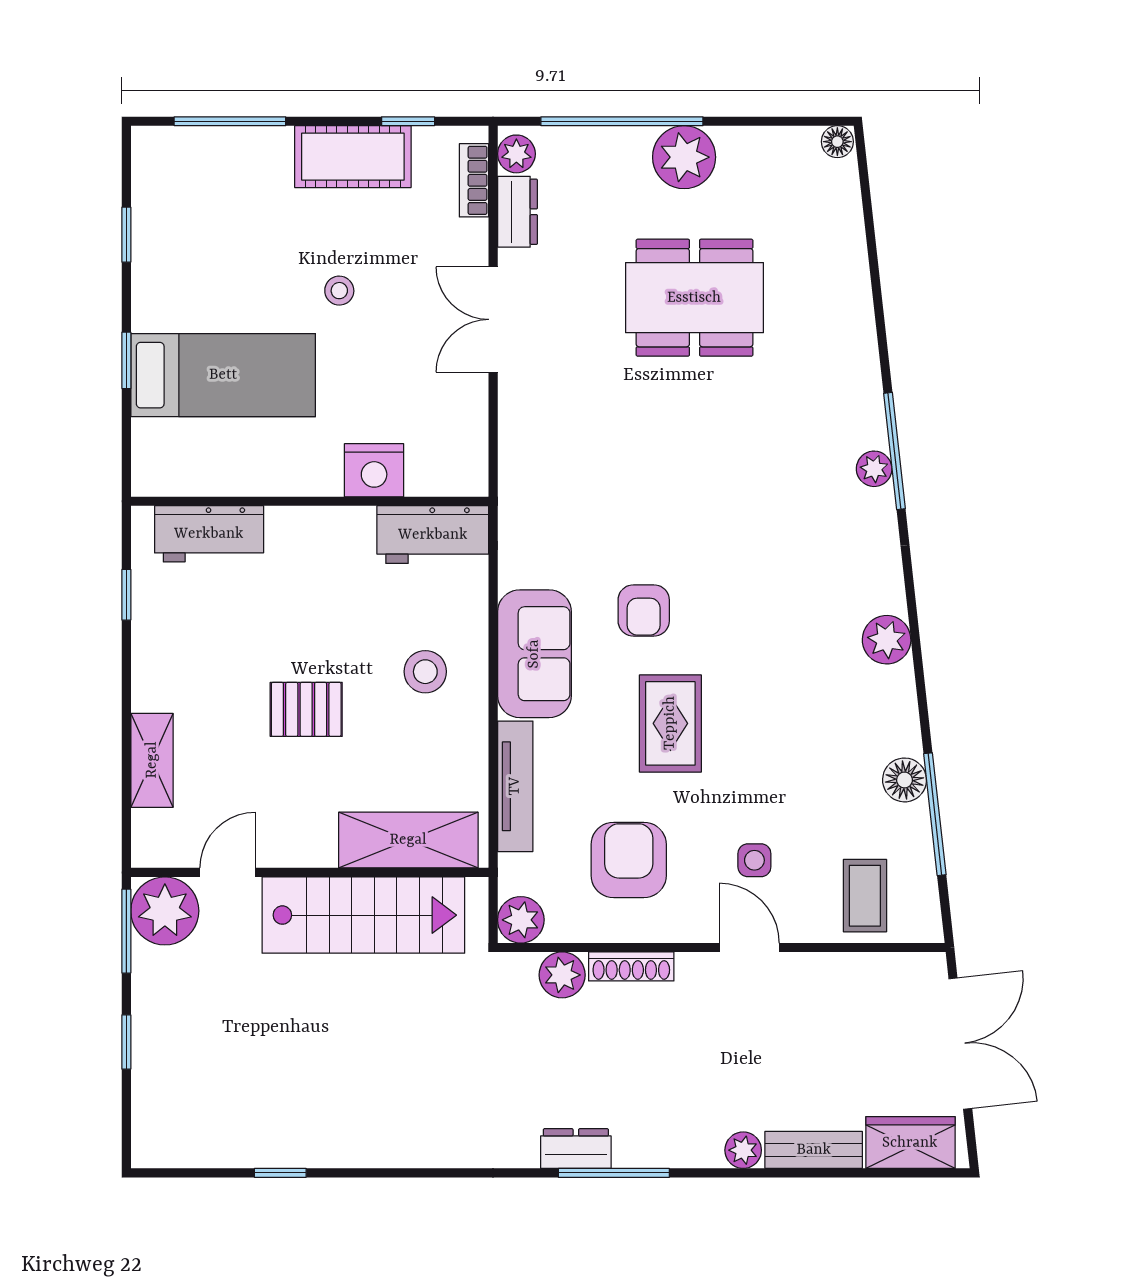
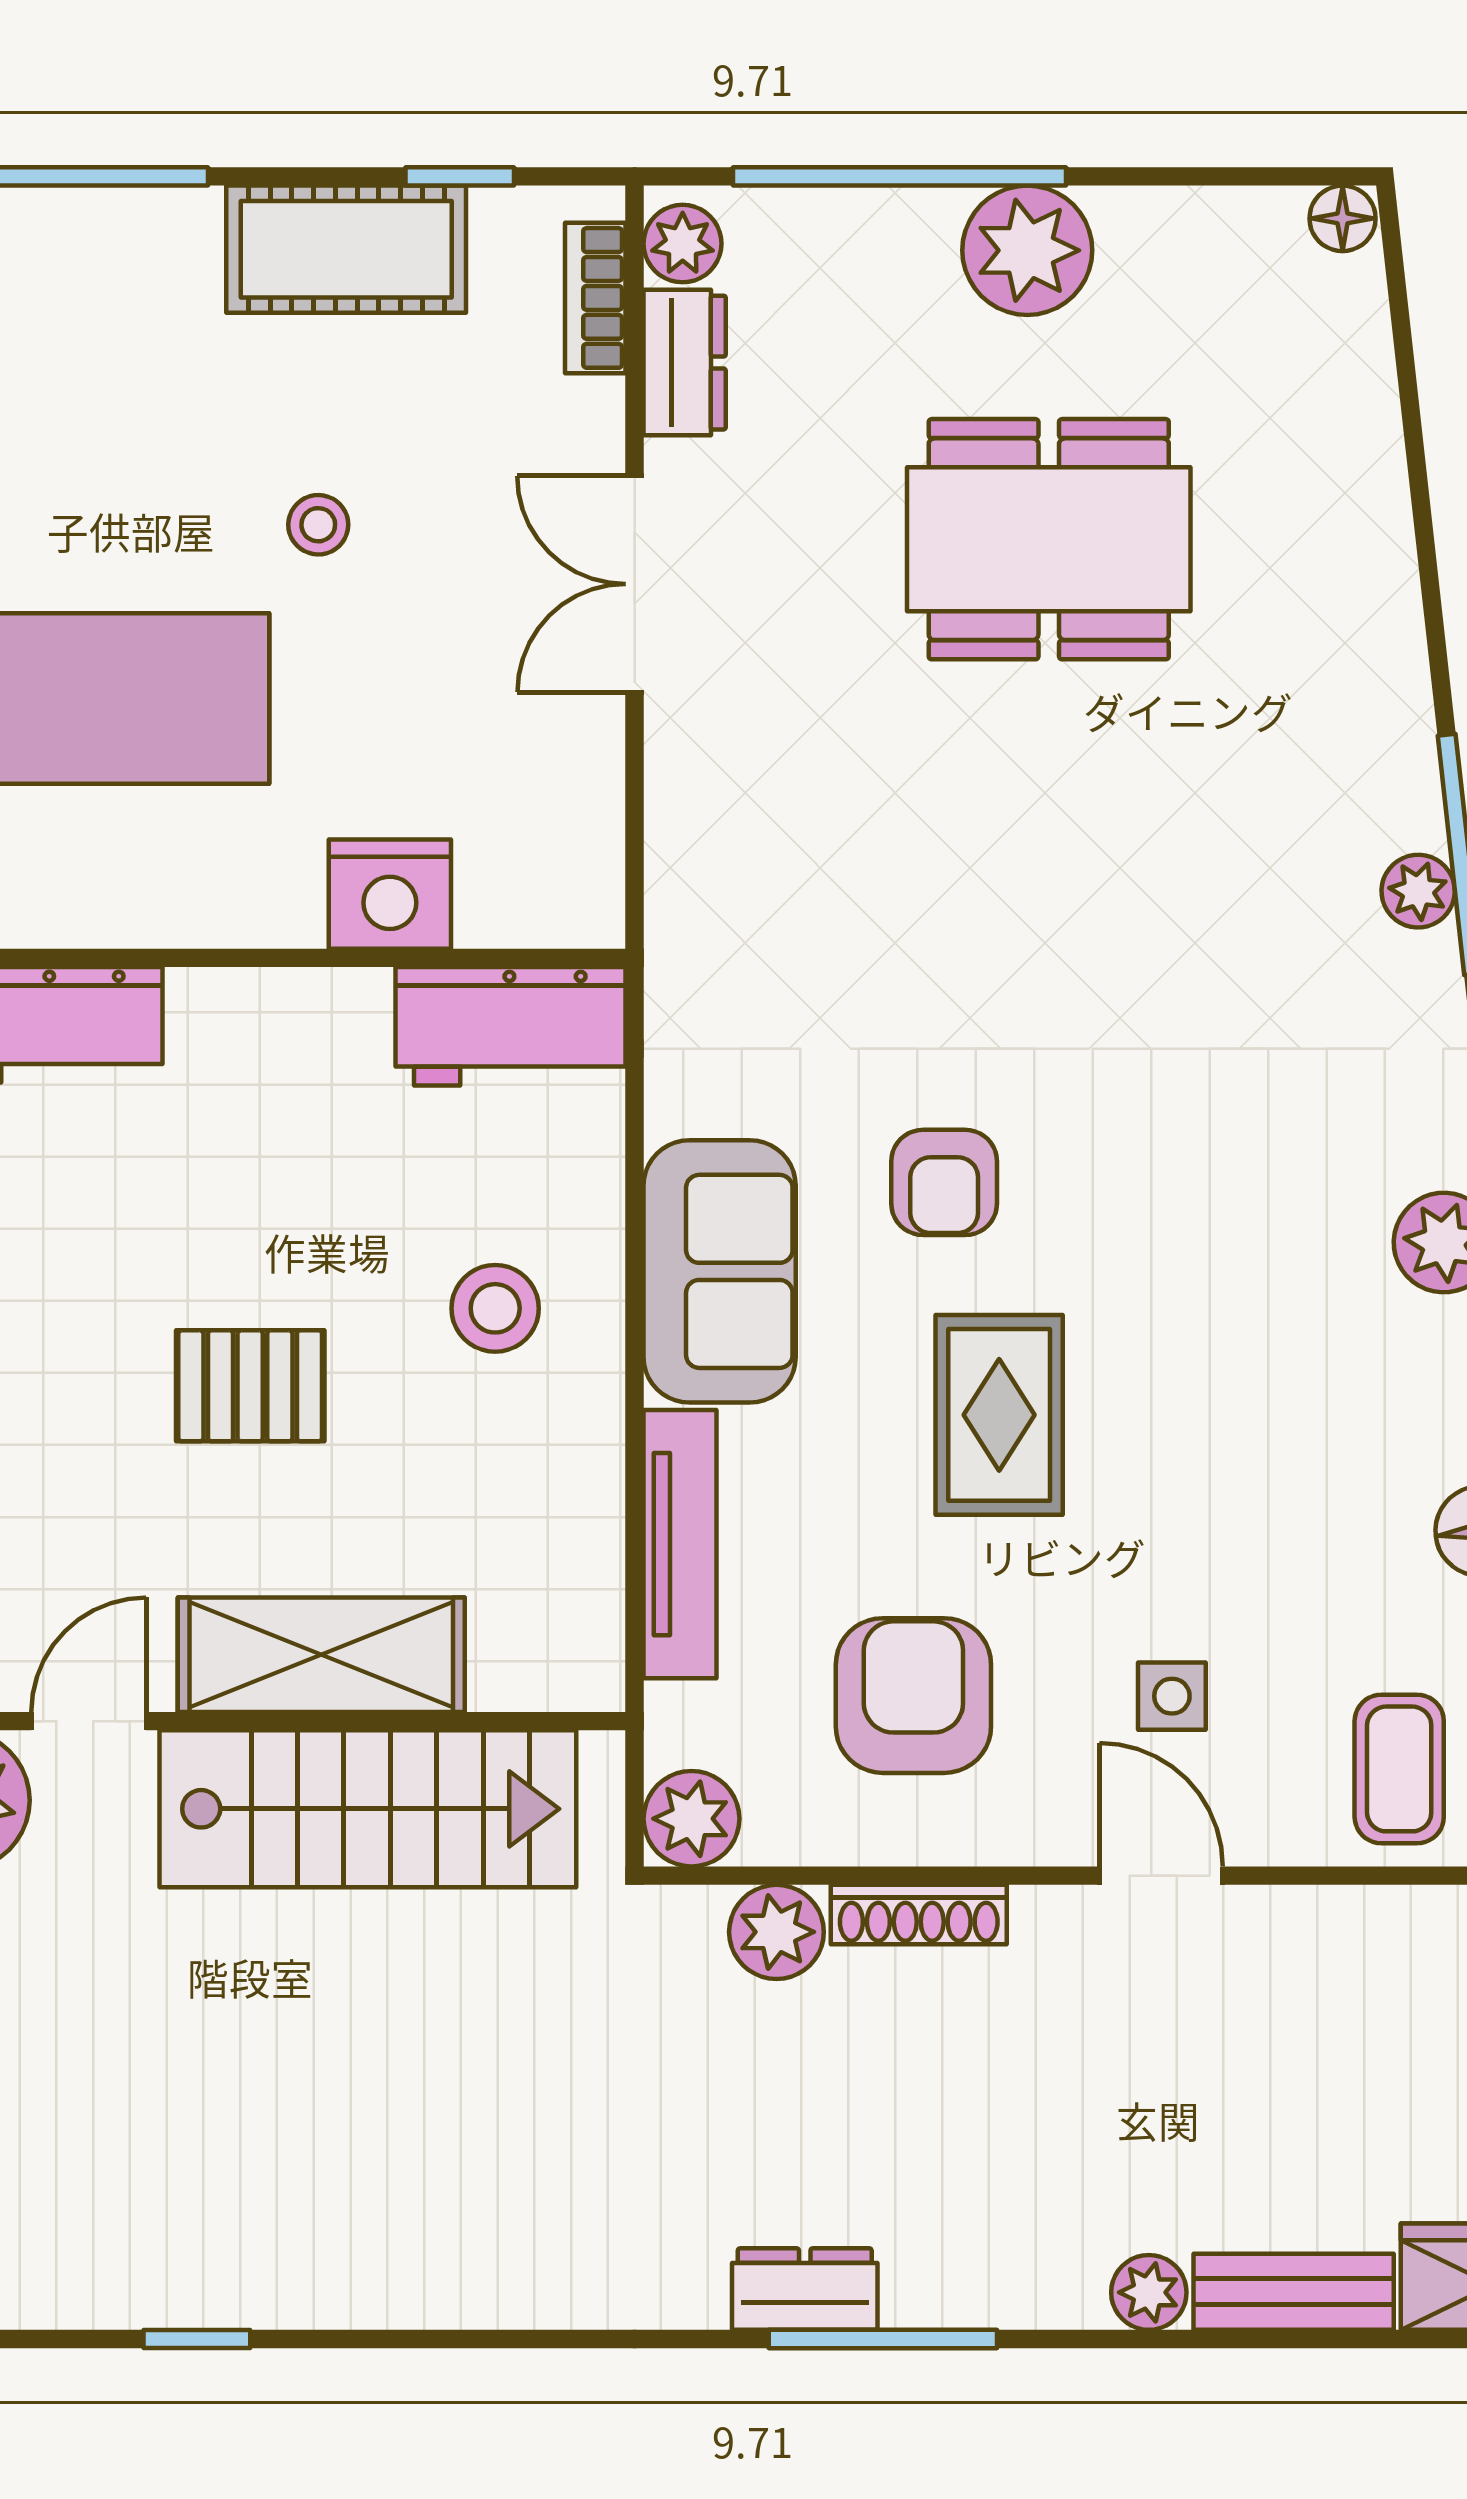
shelving: (408, 840) -> (321, 1655), moved

